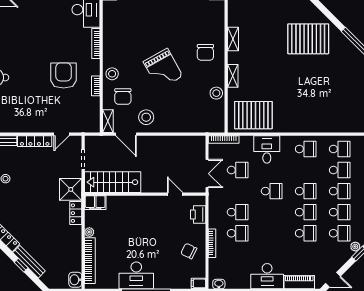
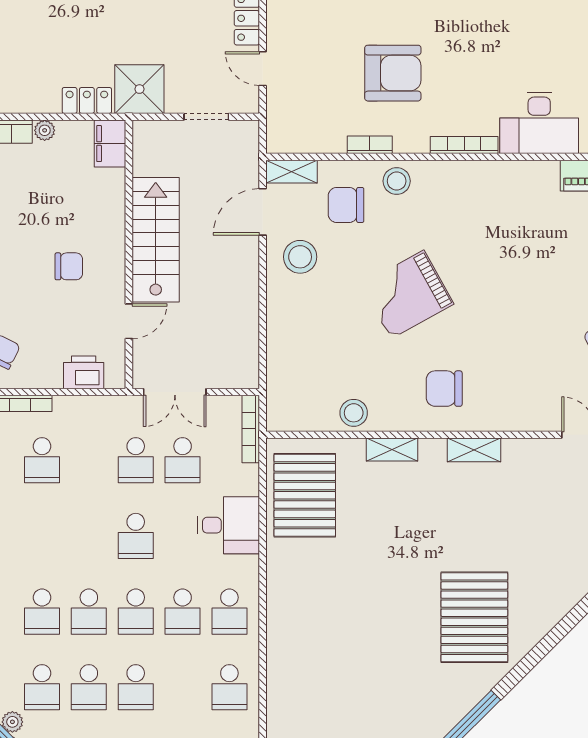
school desk: (340, 170) -> (183, 612), moved
stairs: (113, 182) -> (156, 240), moved
school desk: (238, 212) -> (136, 460), moved
chair: (150, 221) -> (69, 266), added

